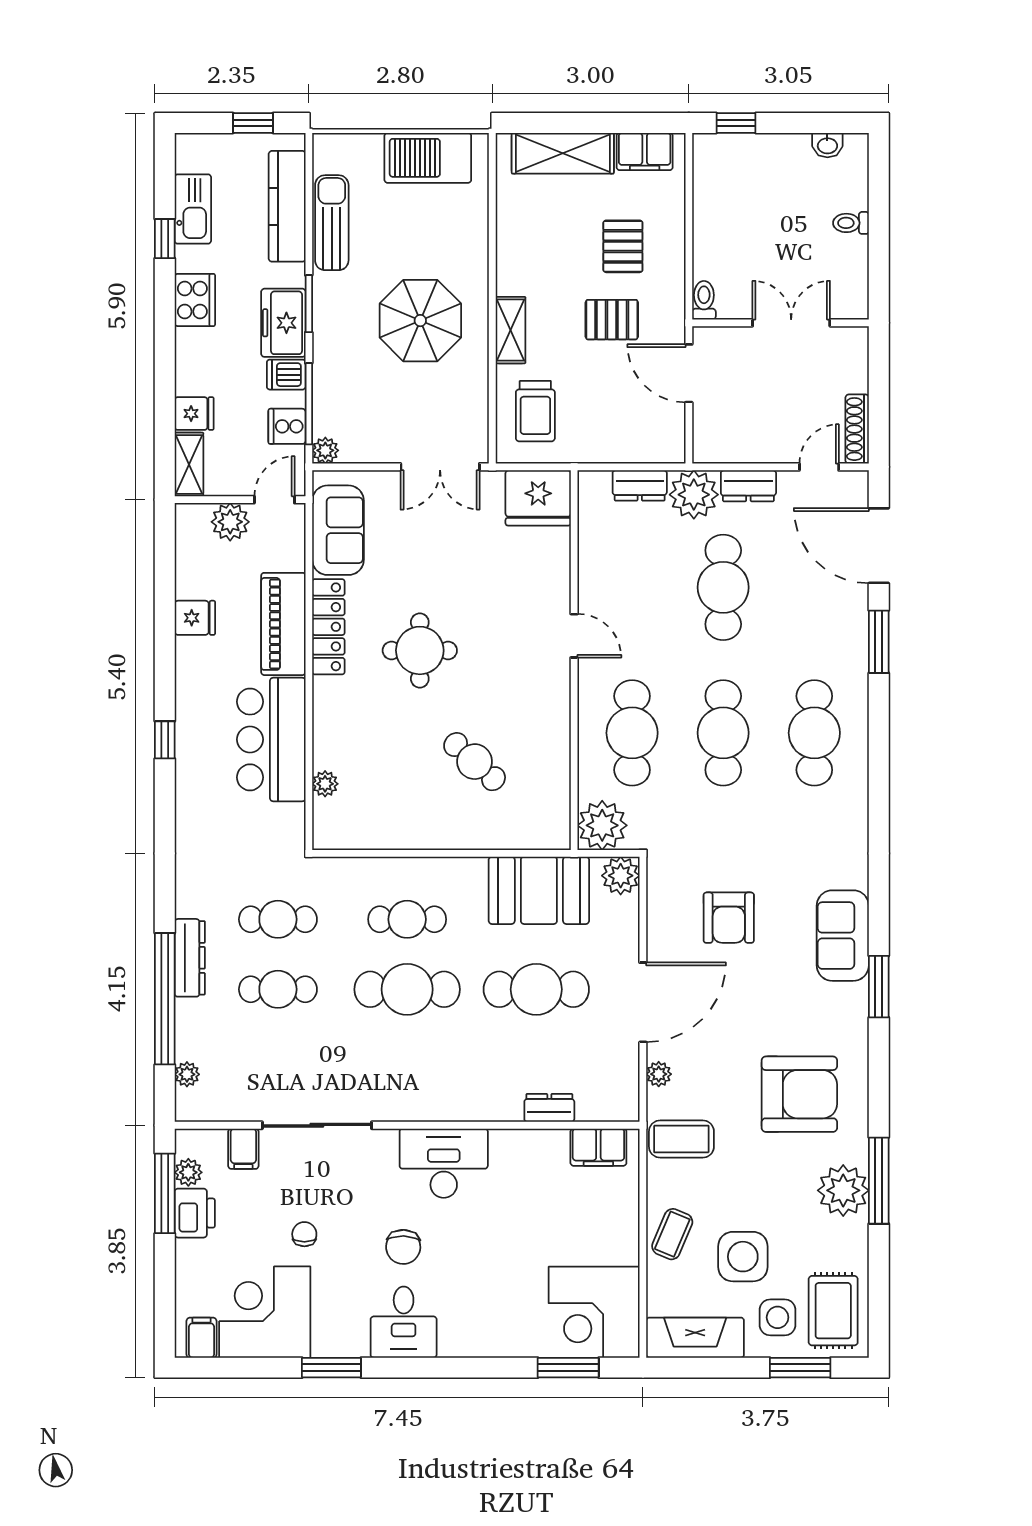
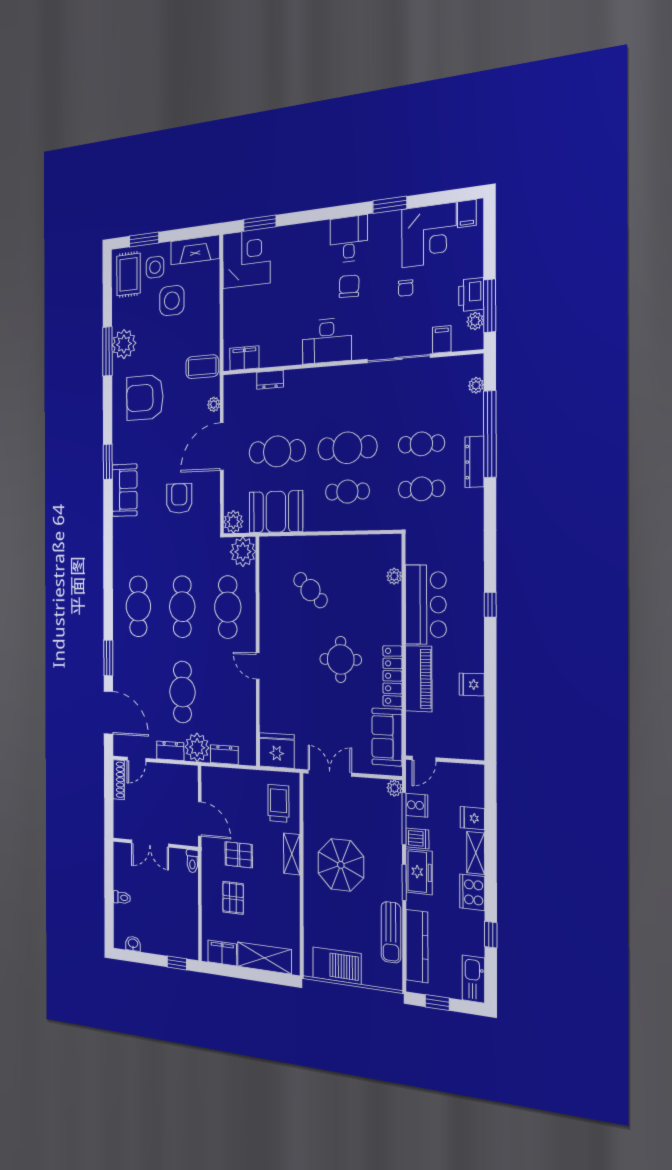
kitchen sink: (193, 209) -> (473, 979), moved
shelving: (189, 464) -> (476, 853), moved
plant: (230, 522) -> (450, 746), removed
coffee table: (672, 1234) -> (207, 310), removed

